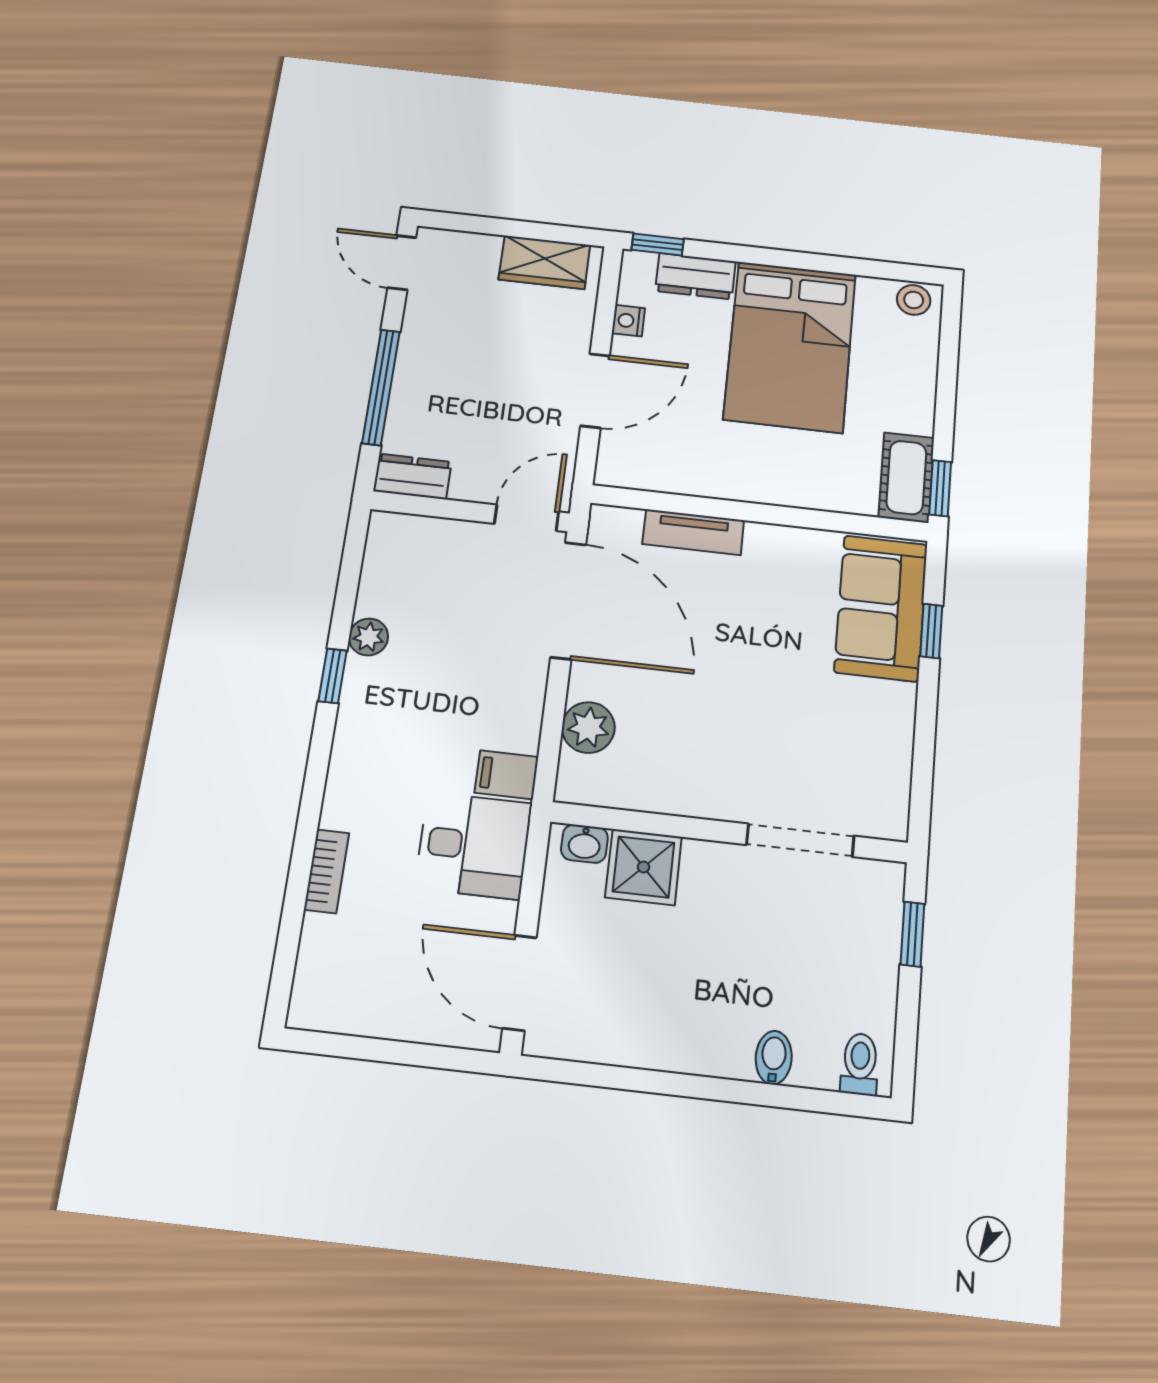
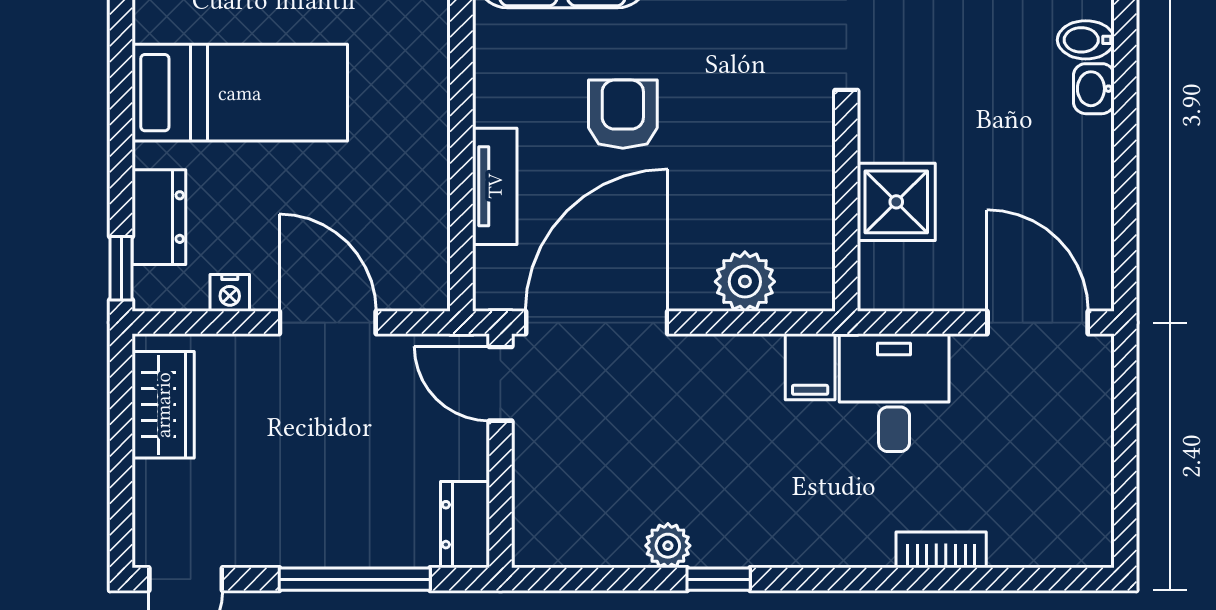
bed: (790, 346) -> (240, 93), width x0.67
armchair: (744, 642) -> (623, 114), added
washbasin: (584, 844) -> (1094, 89), moved, turned 180
door: (520, 983) -> (1038, 323), swing flipped

